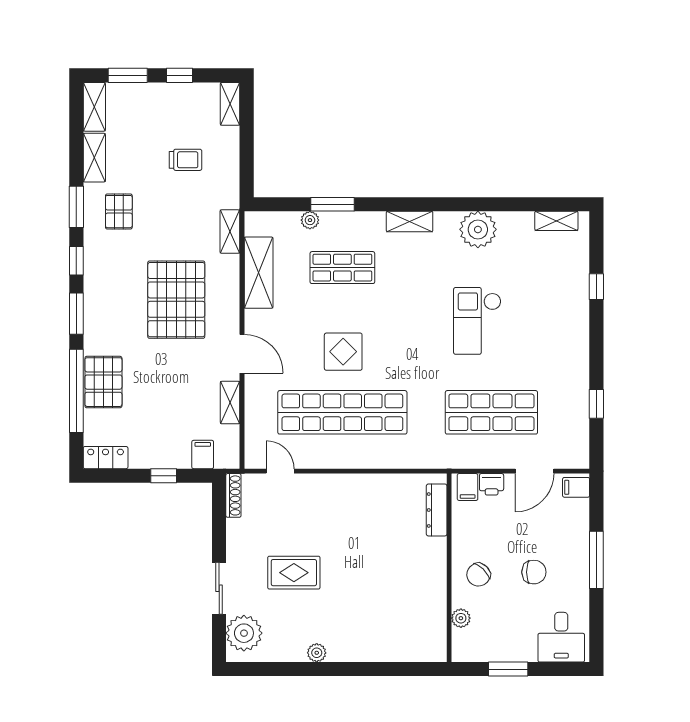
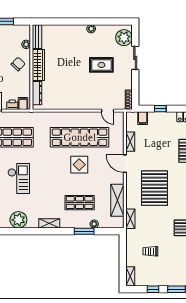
wardrobe: (433, 572) -> (38, 65), added
bench: (437, 635) -> (37, 37), added

